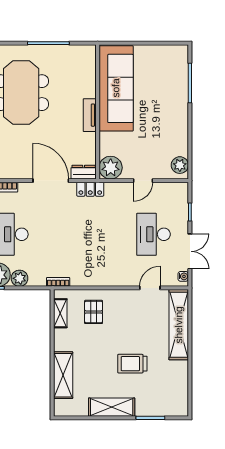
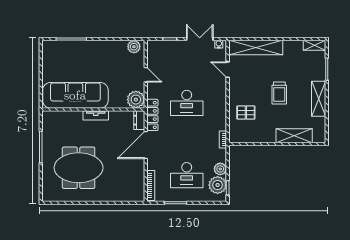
locker: (90, 189) -> (152, 115), width x1.53
desk: (153, 234) -> (187, 103), moved
shelving: (60, 313) -> (314, 45), moved
trolley: (132, 364) -> (279, 93), moved

